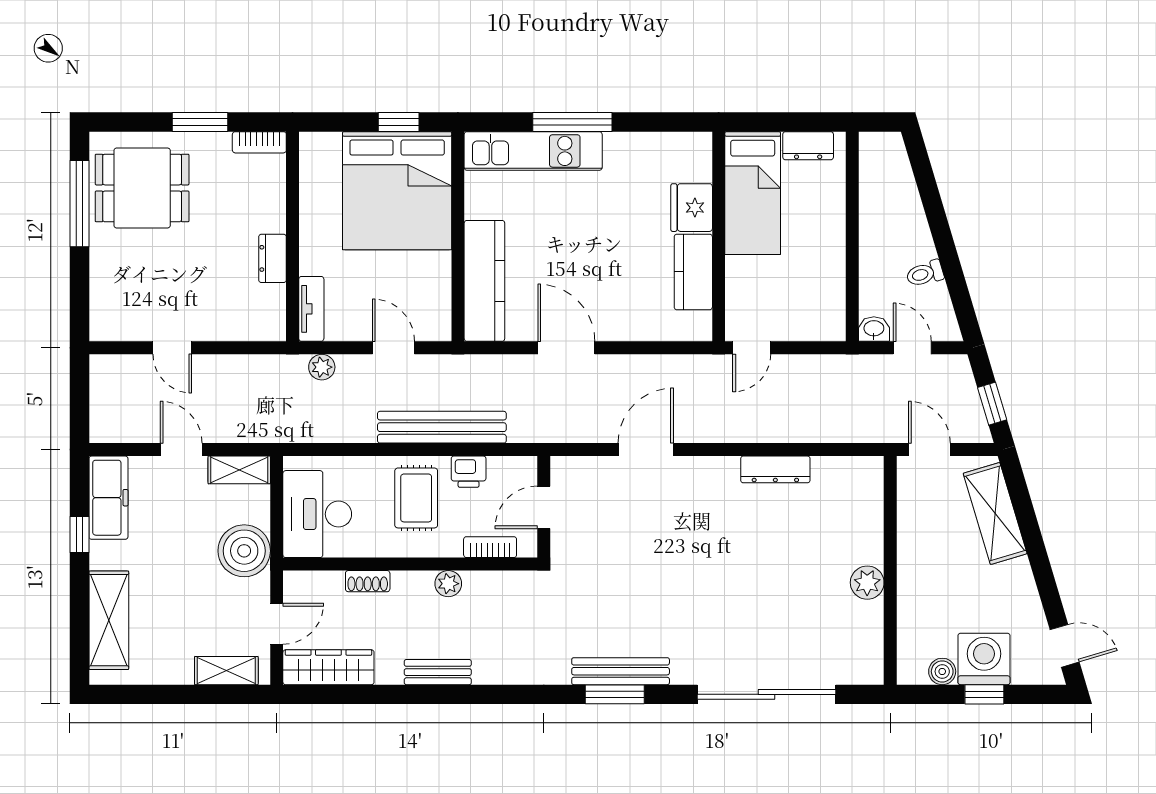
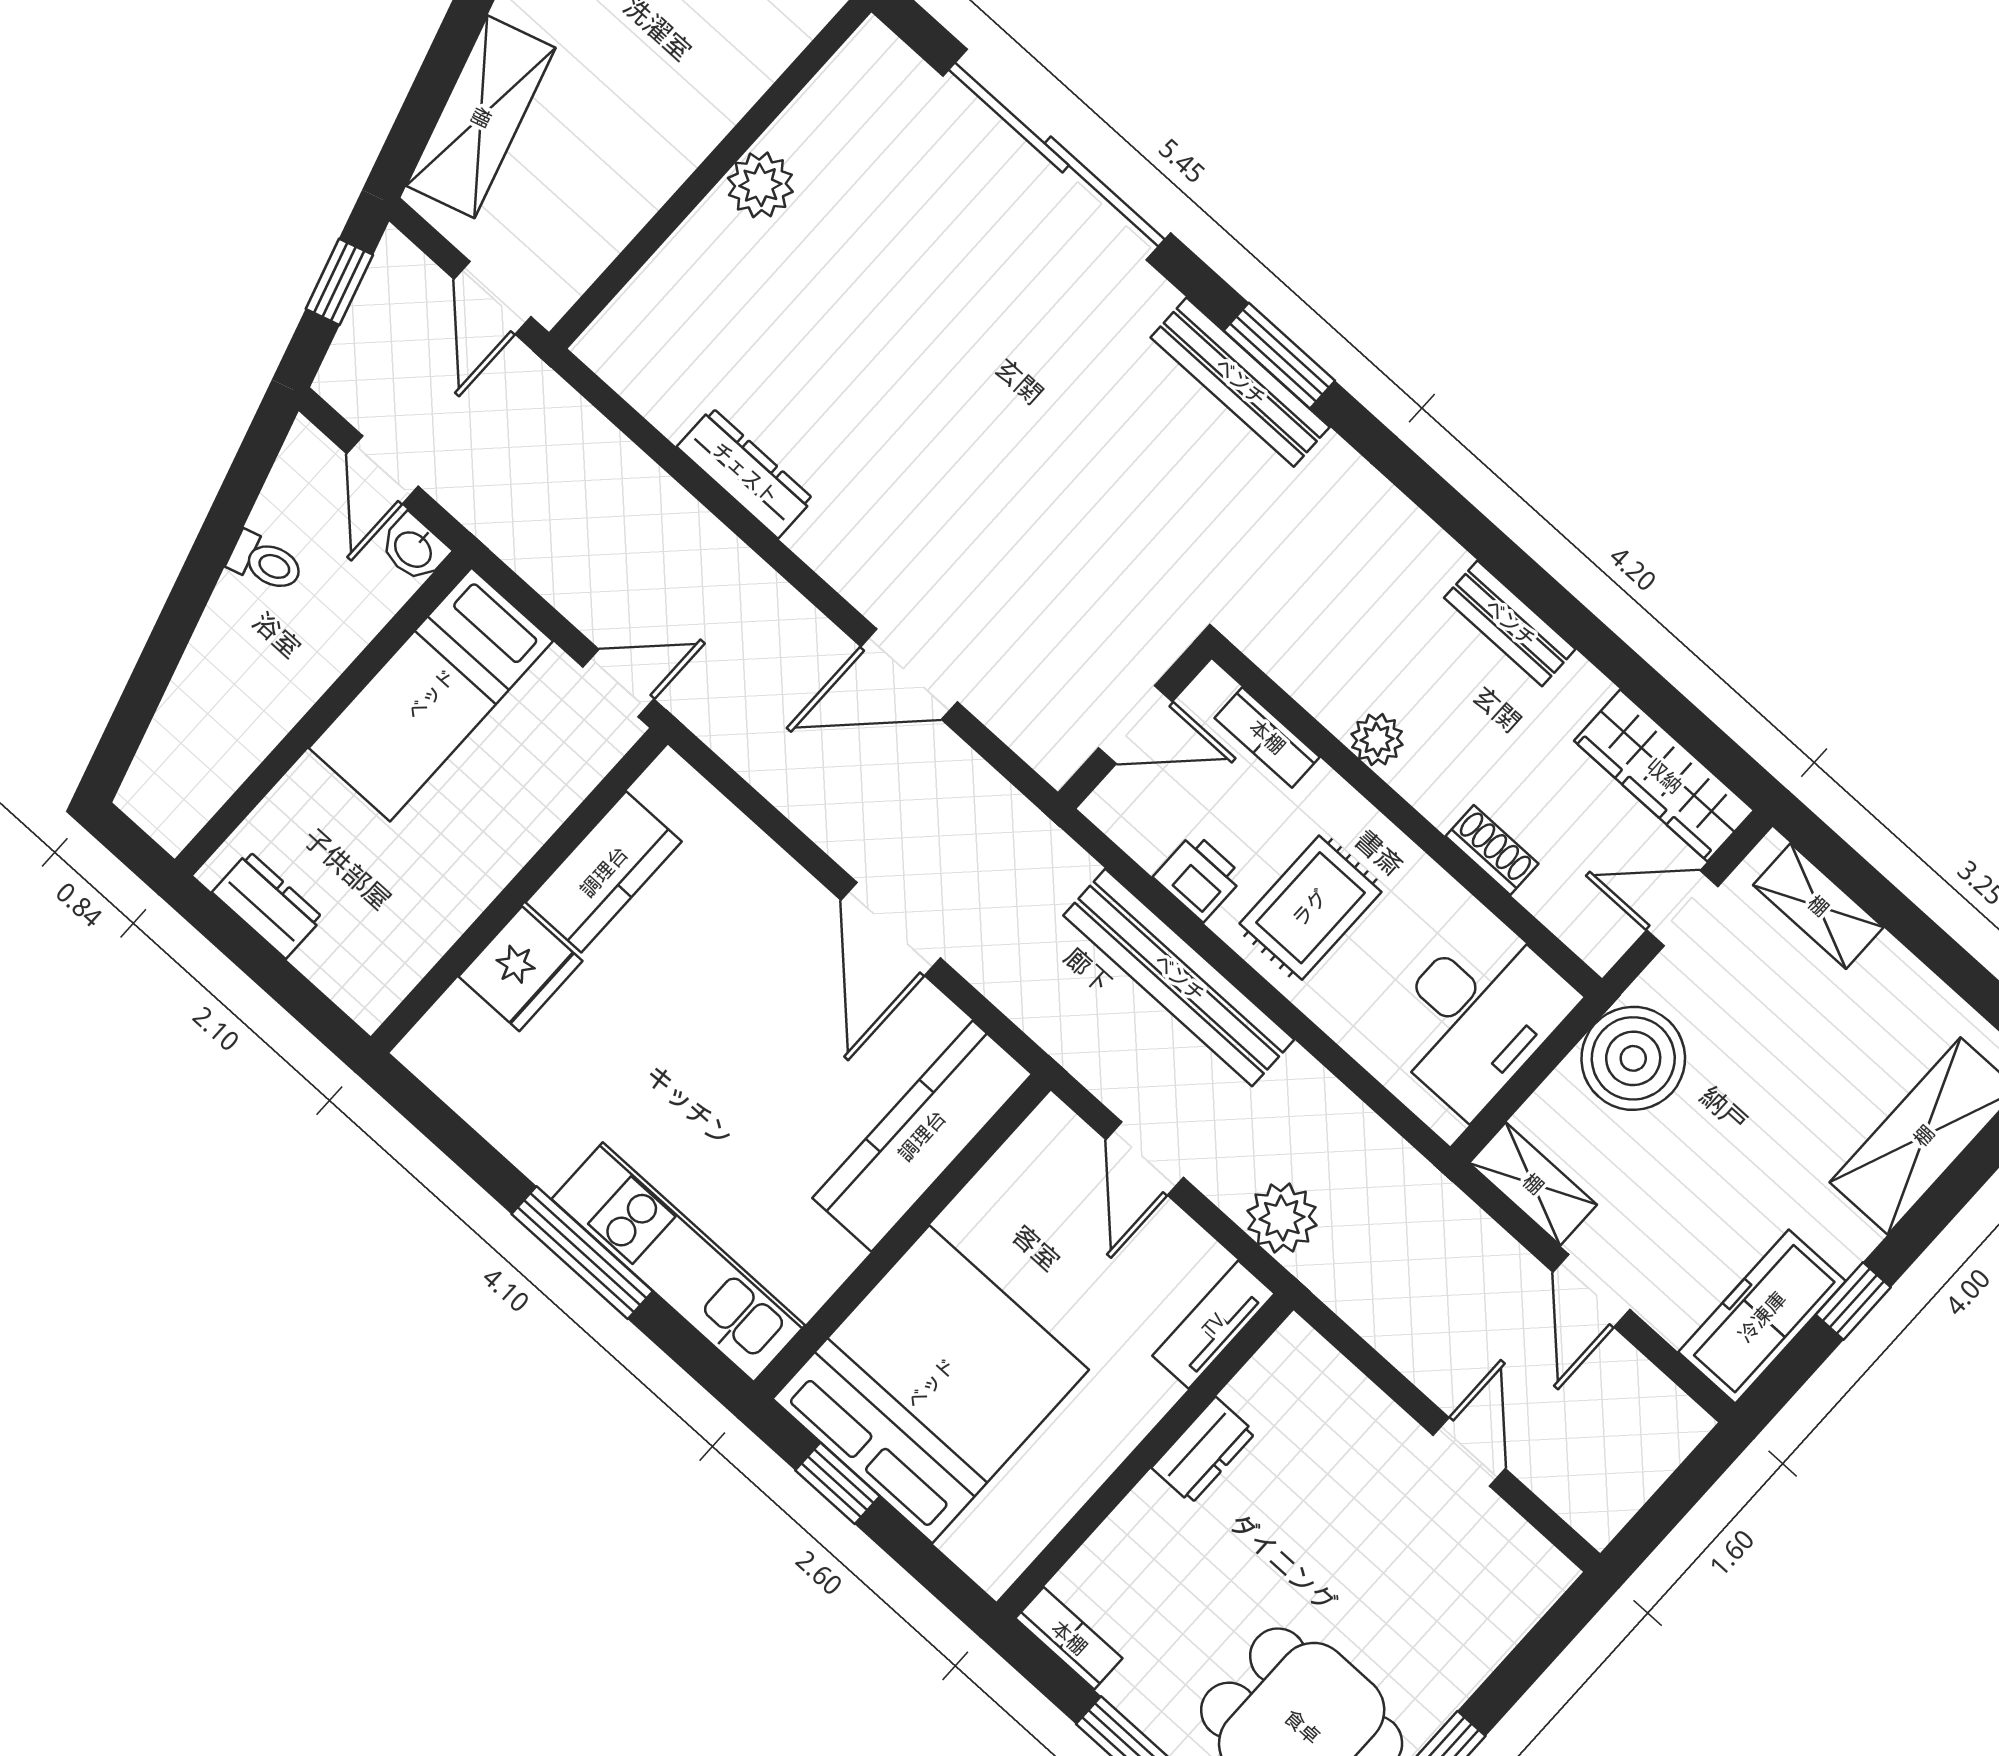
bed: (753, 193) -> (431, 695), moved, turned 180
plant: (322, 367) -> (1282, 1218), width x1.38, depth x1.38

